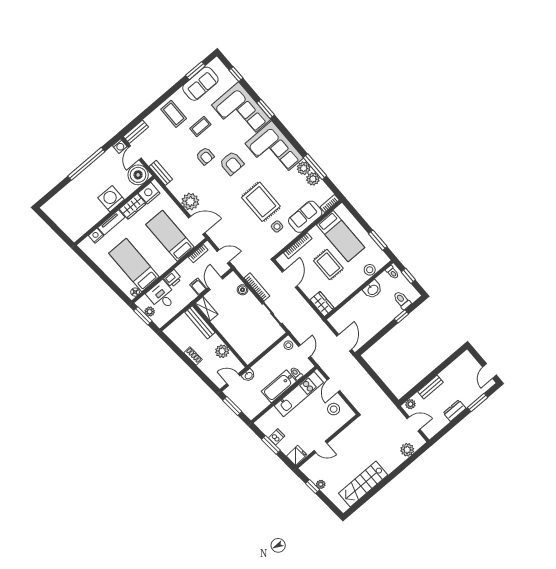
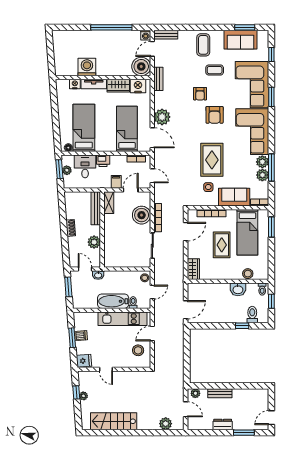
washing machine: (111, 199) -> (87, 67), moved
window: (378, 240) -> (271, 227), moved
boiler: (243, 290) -> (142, 215), width x1.86, depth x1.86

